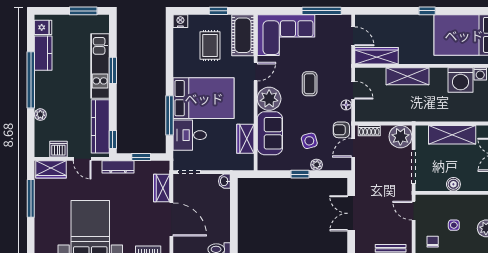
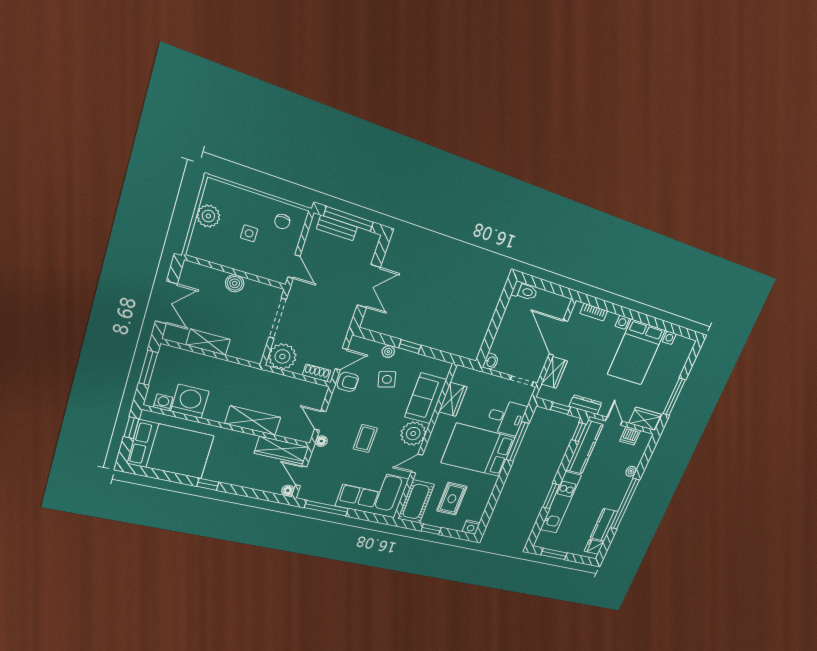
floor lamp: (360, 20) -> (288, 491), added
floor lamp: (346, 105) -> (321, 441), moved
shelving: (452, 135) -> (208, 342), width x0.67, depth x0.75

